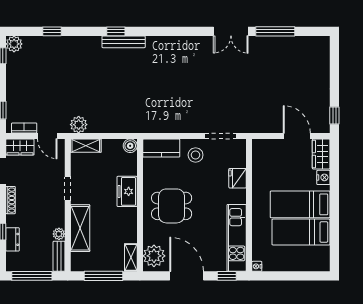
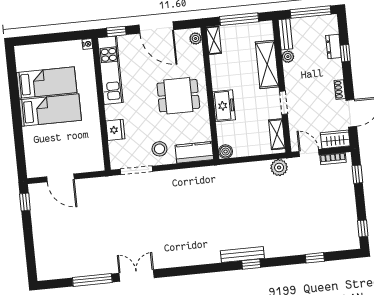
plant: (14, 44) -> (351, 241), removed
shelving: (86, 146) -> (277, 134), moved, turned 90
wardrobe: (321, 154) -> (34, 162), removed
nightstand: (323, 177) -> (30, 139), removed
shoe rack: (11, 200) -> (340, 90), width x0.70
plant: (154, 256) -> (195, 39), width x0.53, depth x0.53

